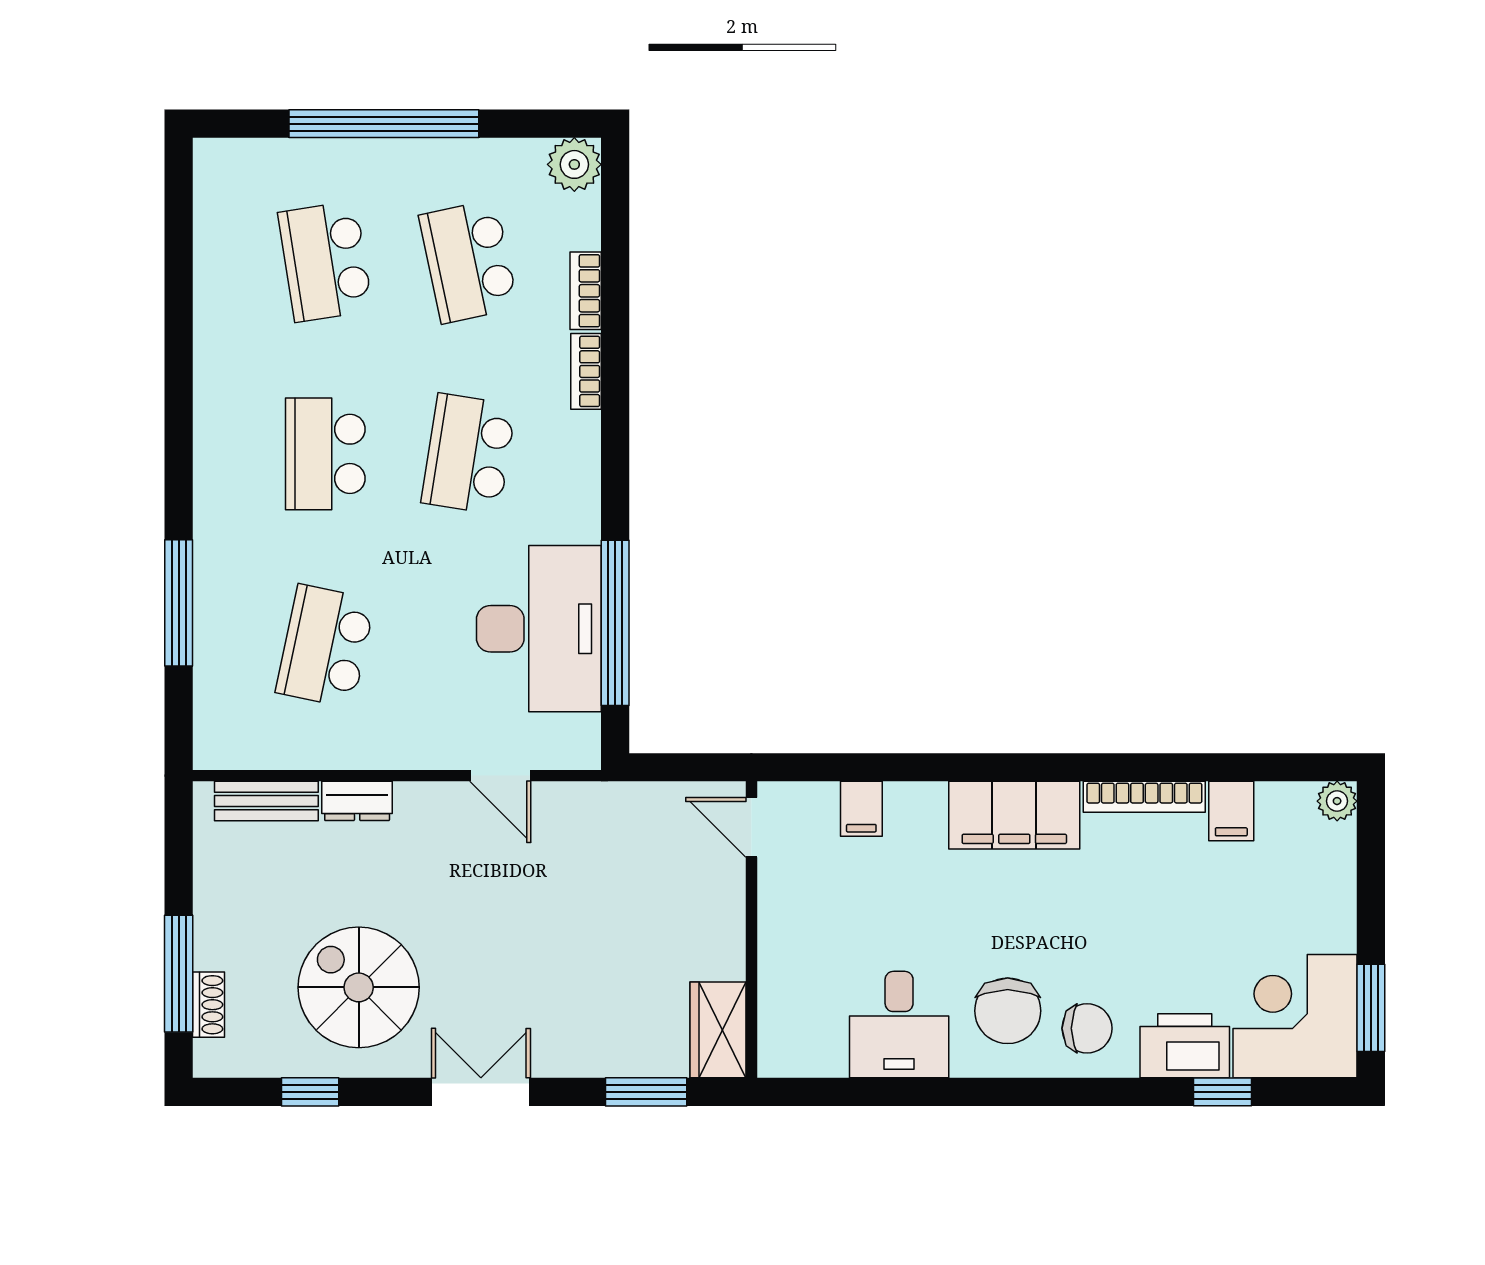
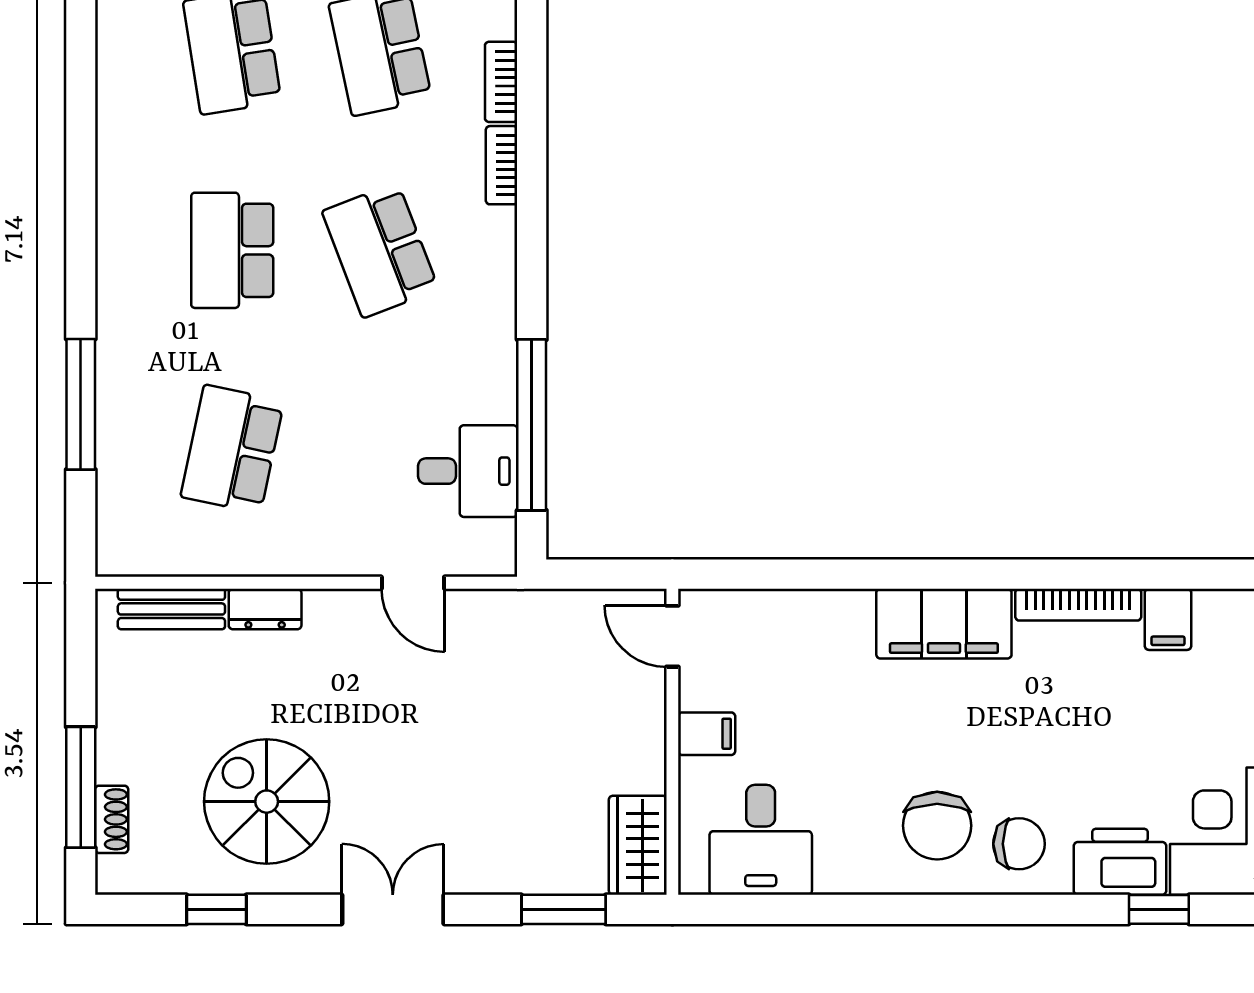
school desk: (469, 454) -> (380, 250), turned -30
desk: (539, 629) -> (468, 471), width x0.53, depth x0.77
filing cabinet: (861, 809) -> (707, 734), moved, turned -90
desk: (899, 1025) -> (761, 840), moved

